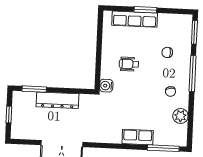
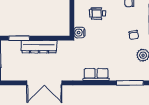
row of seats: (138, 137) -> (96, 75), moved

